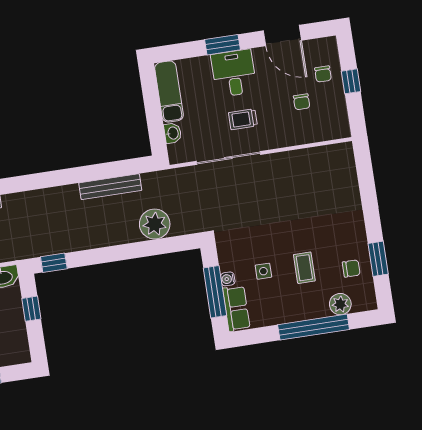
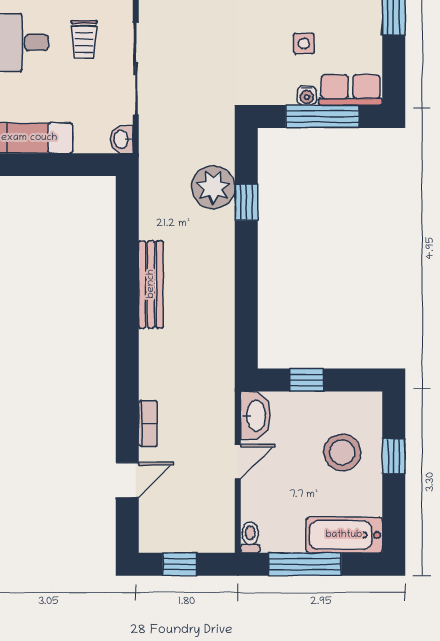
washbasin: (173, 133) -> (122, 139), moved, turned -90
bench: (110, 187) -> (151, 284), moved
window: (54, 263) -> (246, 202), moved

